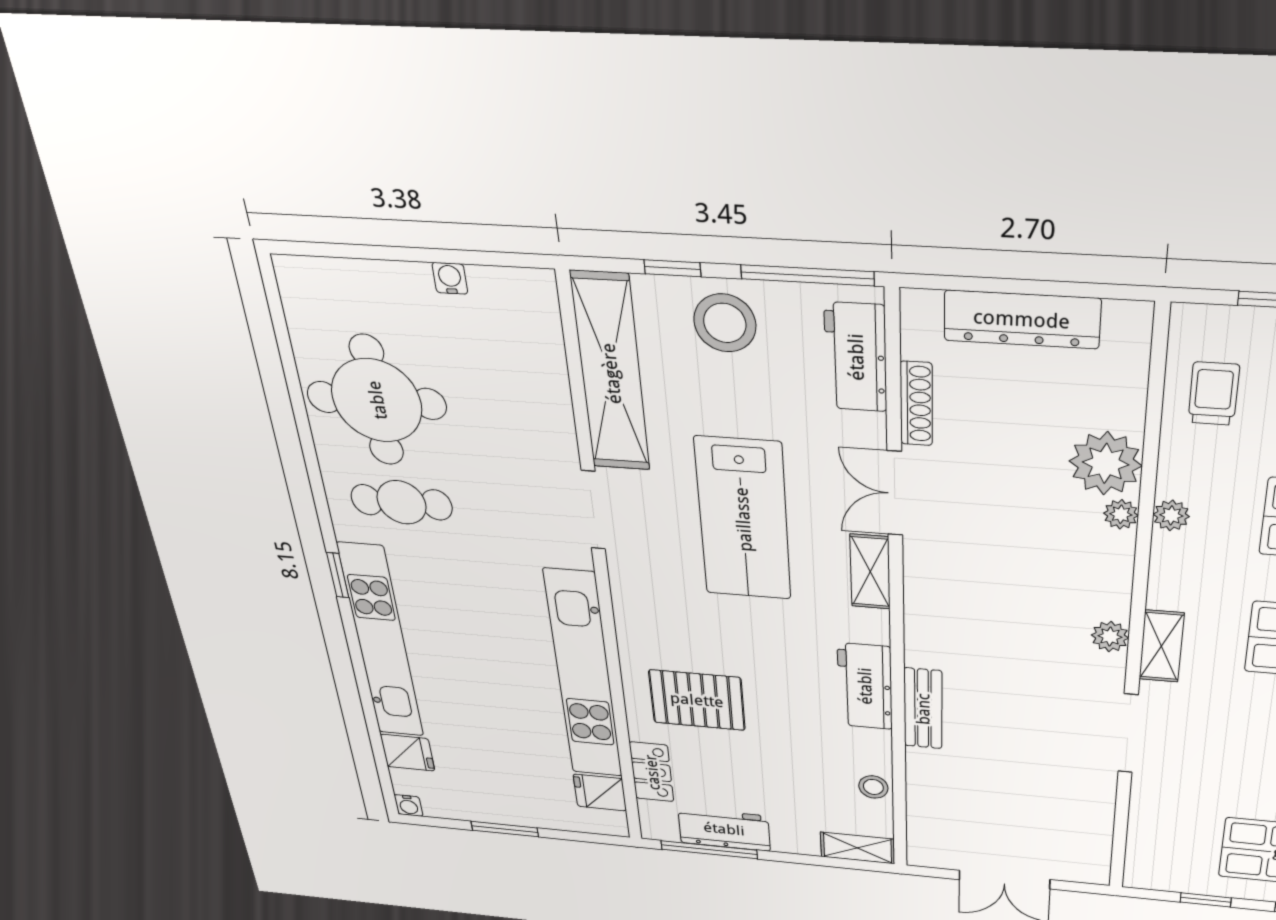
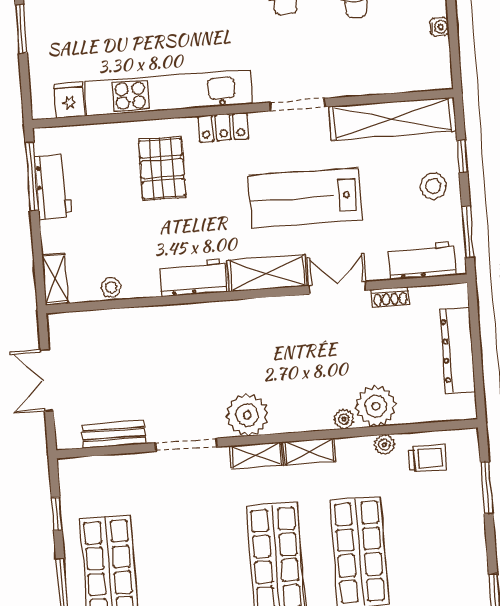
window: (807, 275) -> (468, 232), width x0.69
stool: (725, 323) -> (433, 186), width x0.73, depth x0.73
shoe rack: (916, 404) -> (390, 297), width x0.70
plant: (1171, 515) -> (384, 445), moved
shelving: (870, 572) -> (267, 273), width x1.50, depth x1.33
shelving: (1168, 572) -> (309, 451), added
plant: (1110, 637) -> (247, 415), width x1.87, depth x1.87
bench: (923, 709) -> (114, 434), moved
locker: (652, 772) -> (223, 127), moved

